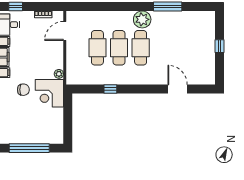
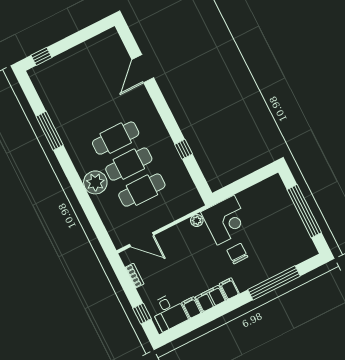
plant: (142, 19) -> (95, 182), moved
window: (220, 46) -> (41, 56), moved

